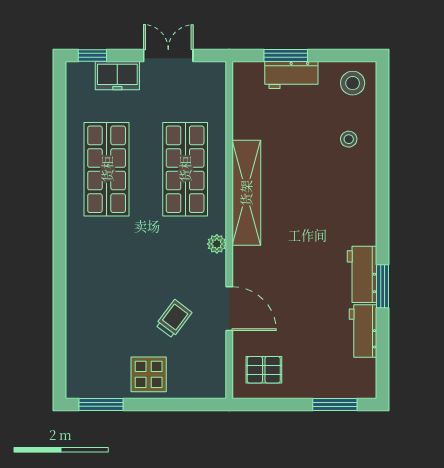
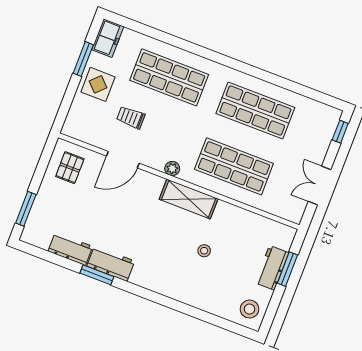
double door: (168, 55) -> (320, 186), swing flipped
freezer: (117, 76) -> (108, 38), moved, turned 180
stool: (349, 139) -> (204, 251), moved
shelving: (246, 193) -> (189, 199), width x0.68
shop shelf: (107, 291) -> (169, 77), added
trolley: (174, 319) -> (131, 117), turned 143
window: (101, 404) -> (83, 59), moved

